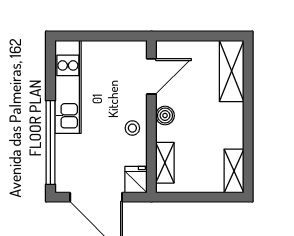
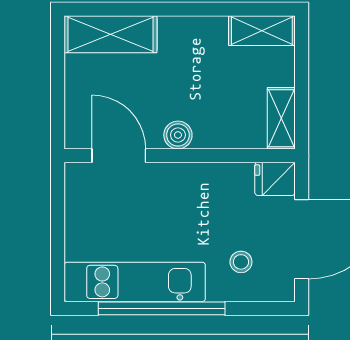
stool: (132, 128) -> (241, 262), moved
window: (50, 143) -> (162, 308), moved
shelving: (165, 163) -> (281, 118), moved, turned 90

